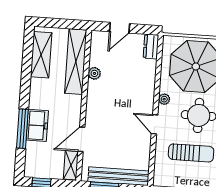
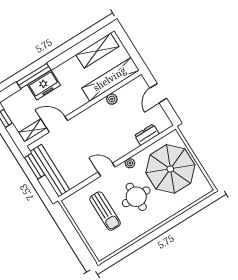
door: (120, 28) -> (158, 93), hinge flipped
dresser: (151, 47) -> (147, 135), moved
door: (155, 124) -> (107, 170), hinge flipped

